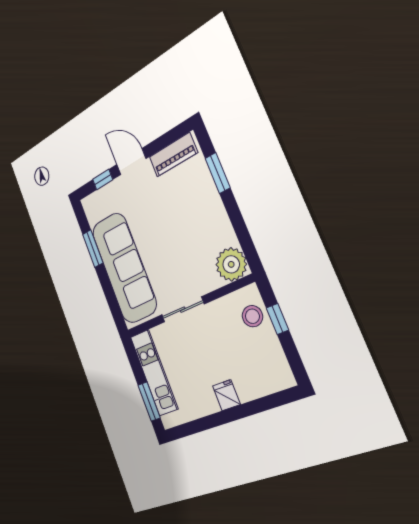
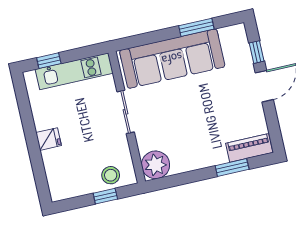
piano: (173, 155) -> (249, 148), moved, turned 90
window: (149, 401) -> (49, 61), width x0.67

